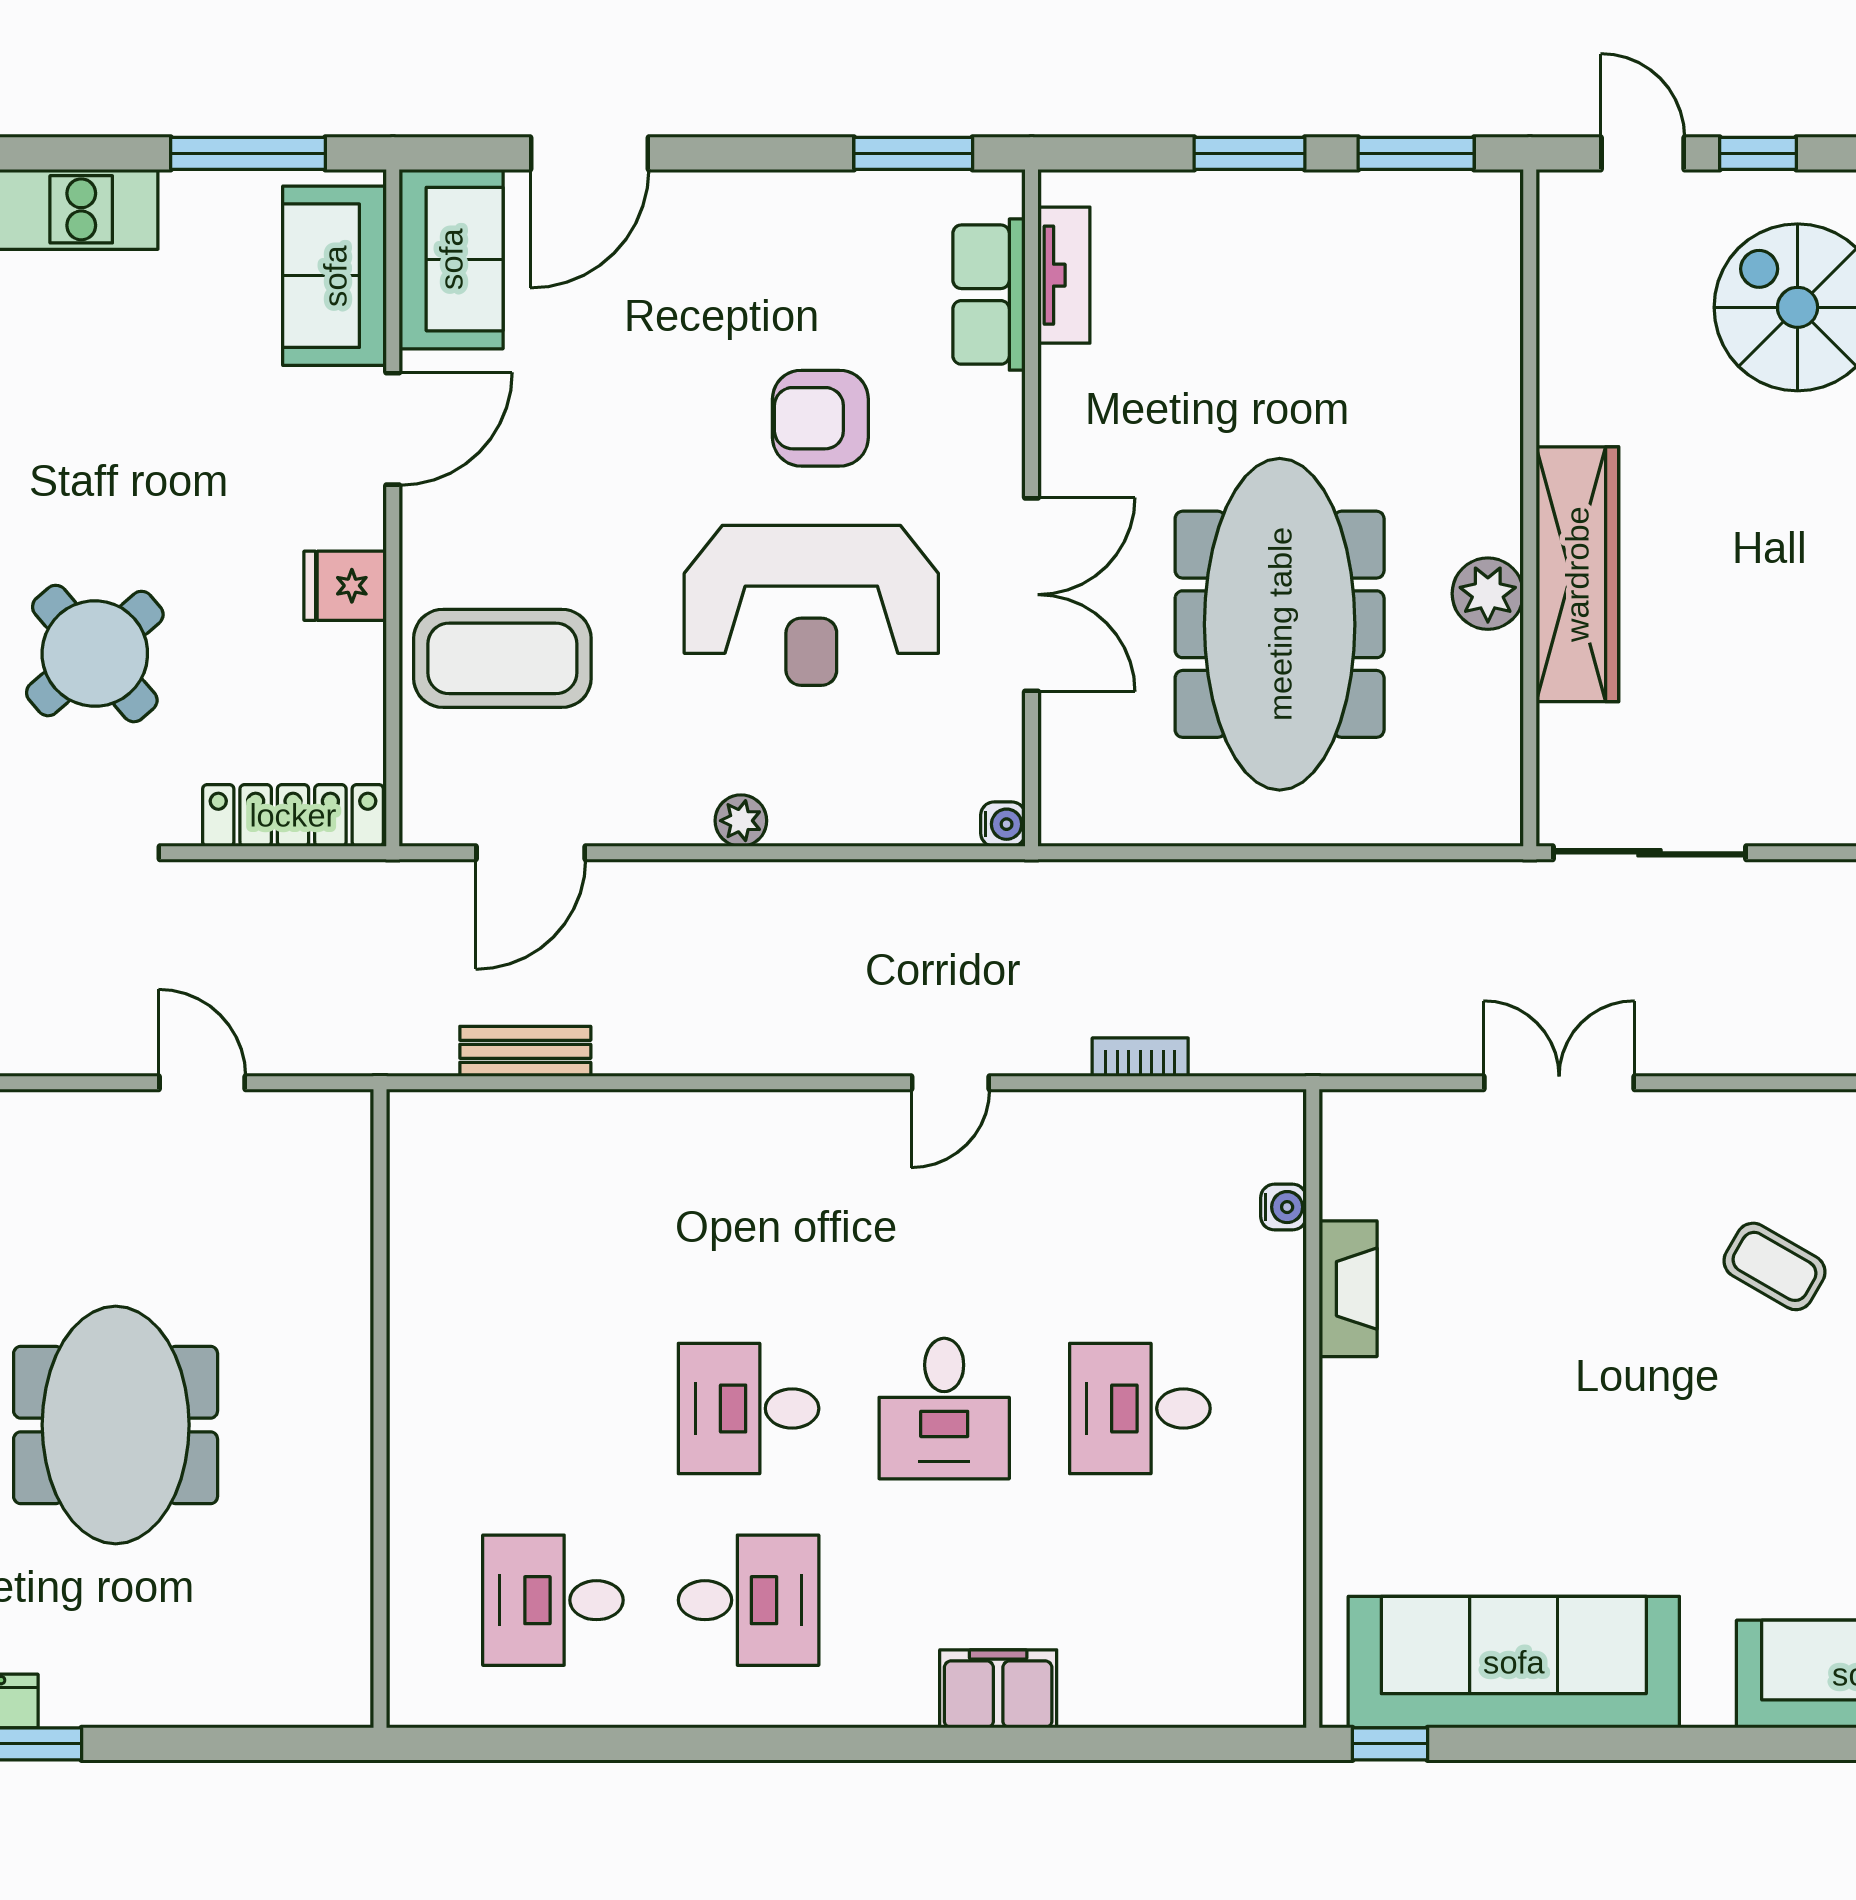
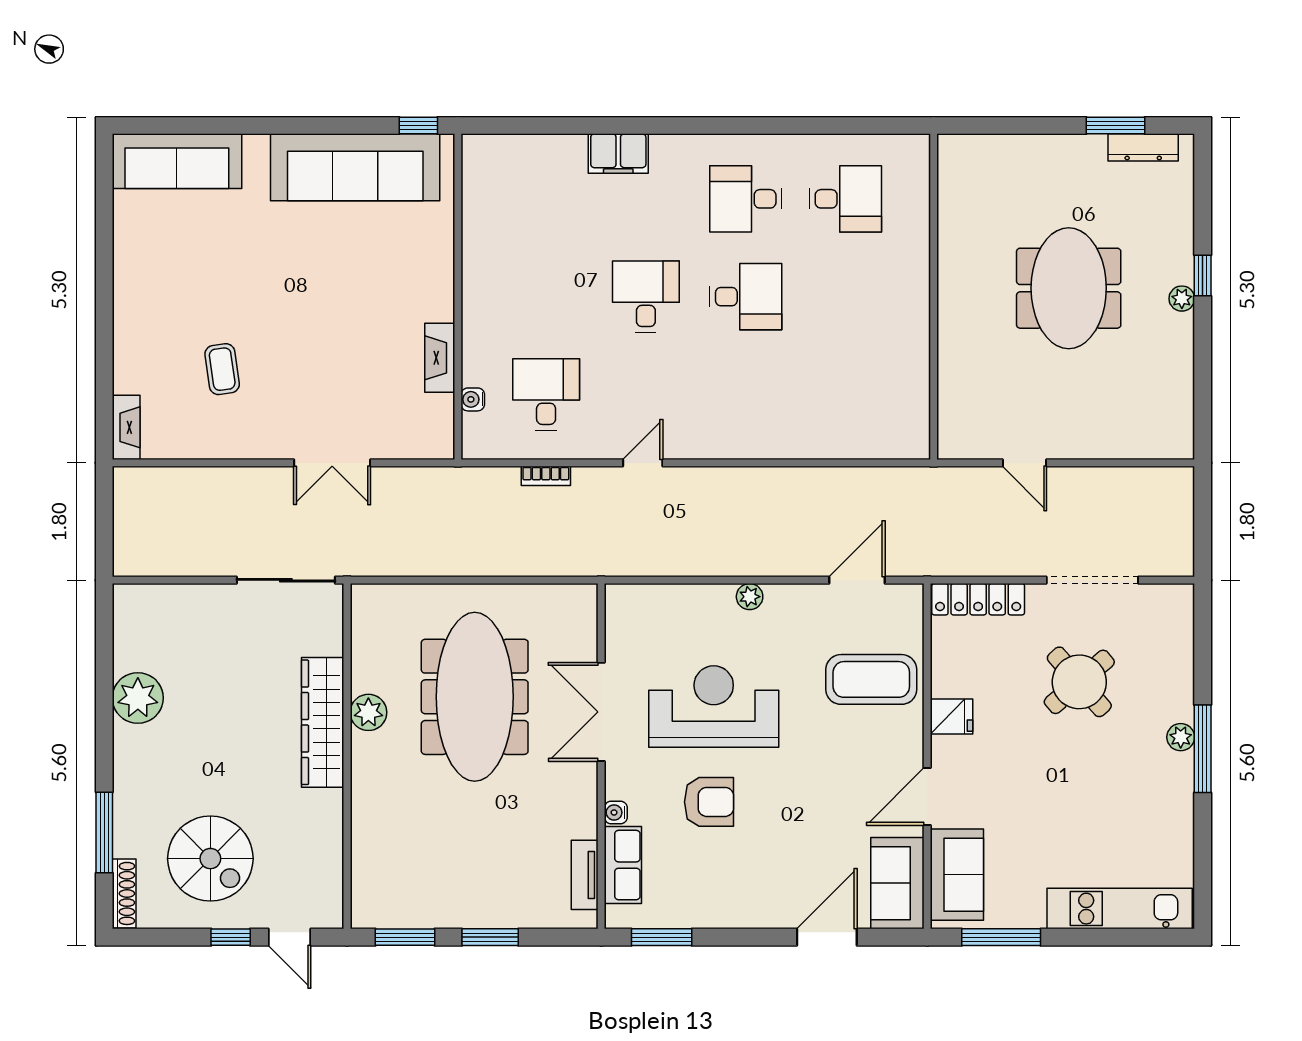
water cooler: (1003, 824) -> (616, 812), moved
bench: (525, 1051) -> (860, 479), removed
coffee table: (1775, 1266) -> (222, 369), turned 52
desk: (1140, 1408) -> (546, 394), moved, turned -90

